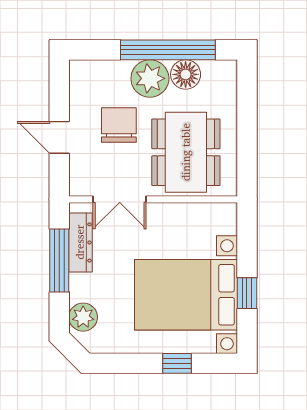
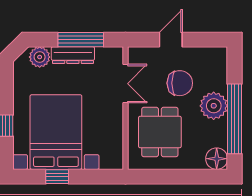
floor lamp: (186, 74) -> (217, 159), moved
dining table: (186, 152) -> (160, 132), width x0.73
double door: (120, 199) -> (125, 84), swing flipped
dresser: (80, 242) -> (73, 55), moved

